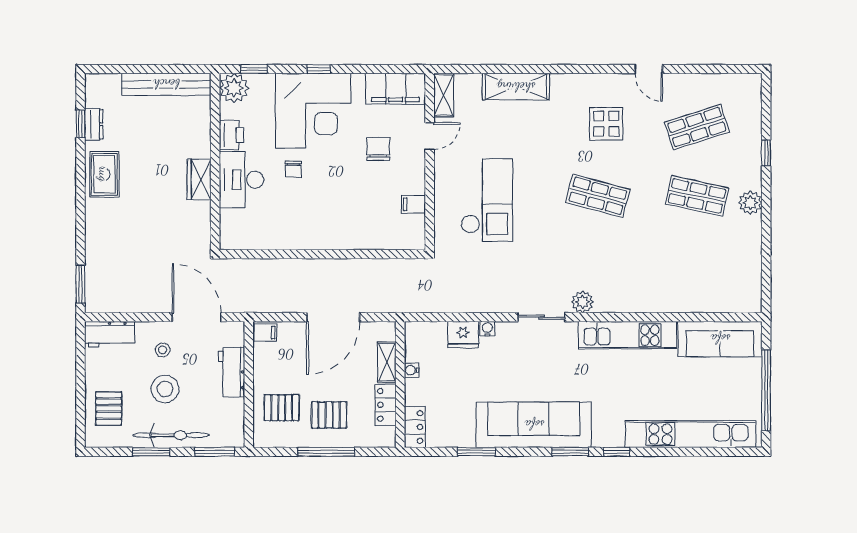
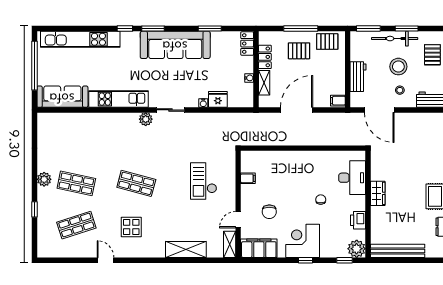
corner desk: (313, 111) -> (303, 241), width x0.74, depth x0.74
desk: (241, 180) -> (352, 178), moved
checkout: (487, 200) -> (204, 181), width x0.73, depth x0.83
pallet: (282, 408) -> (327, 42), moved

